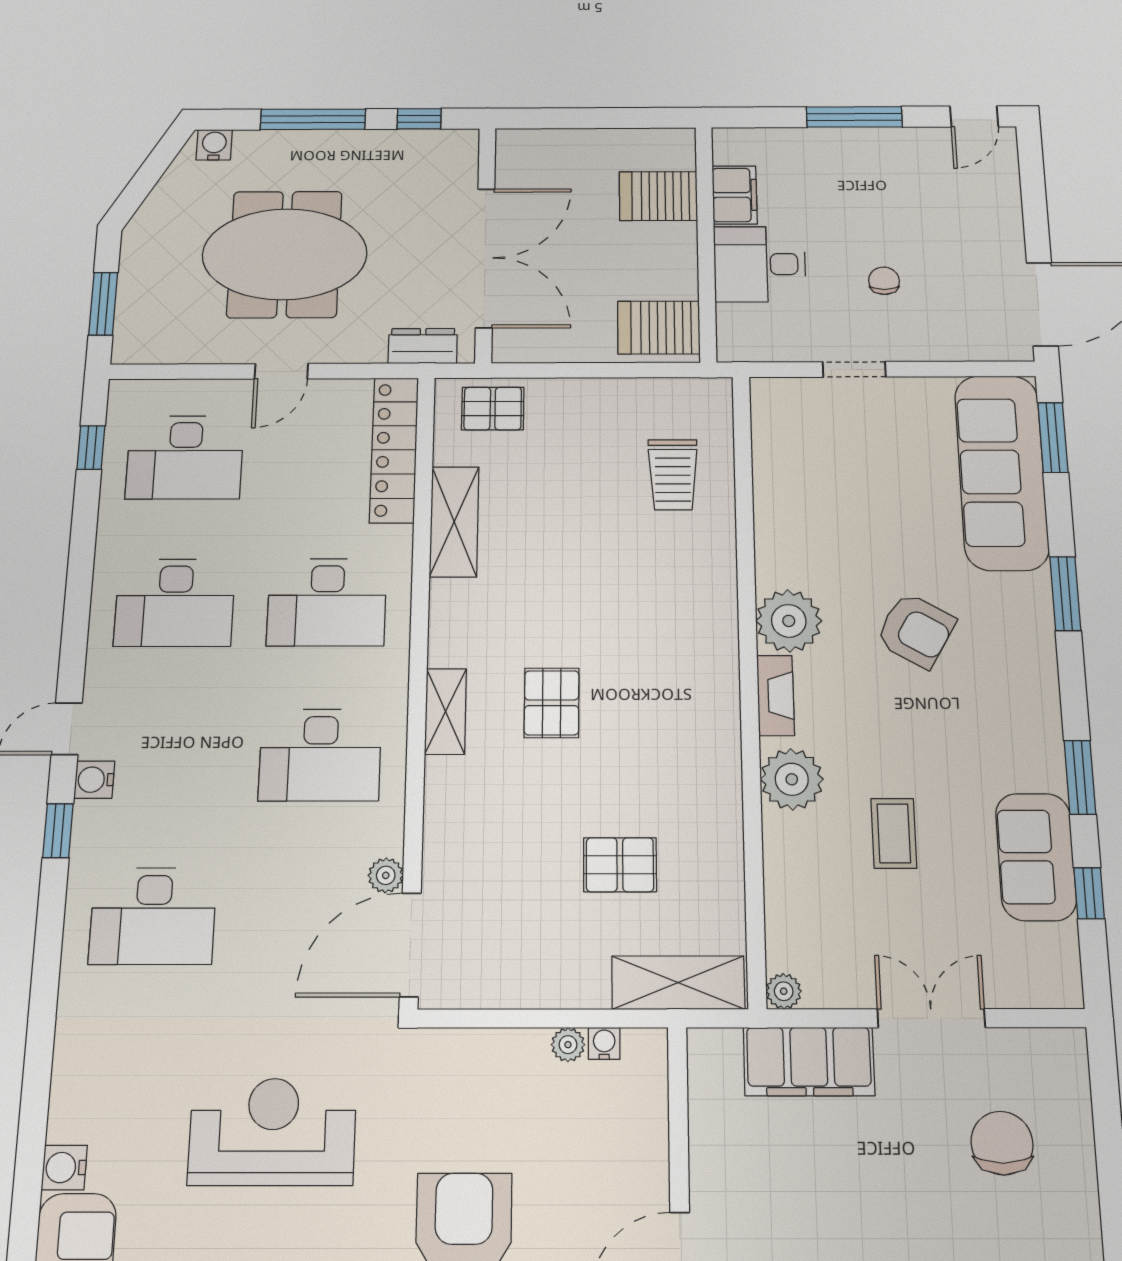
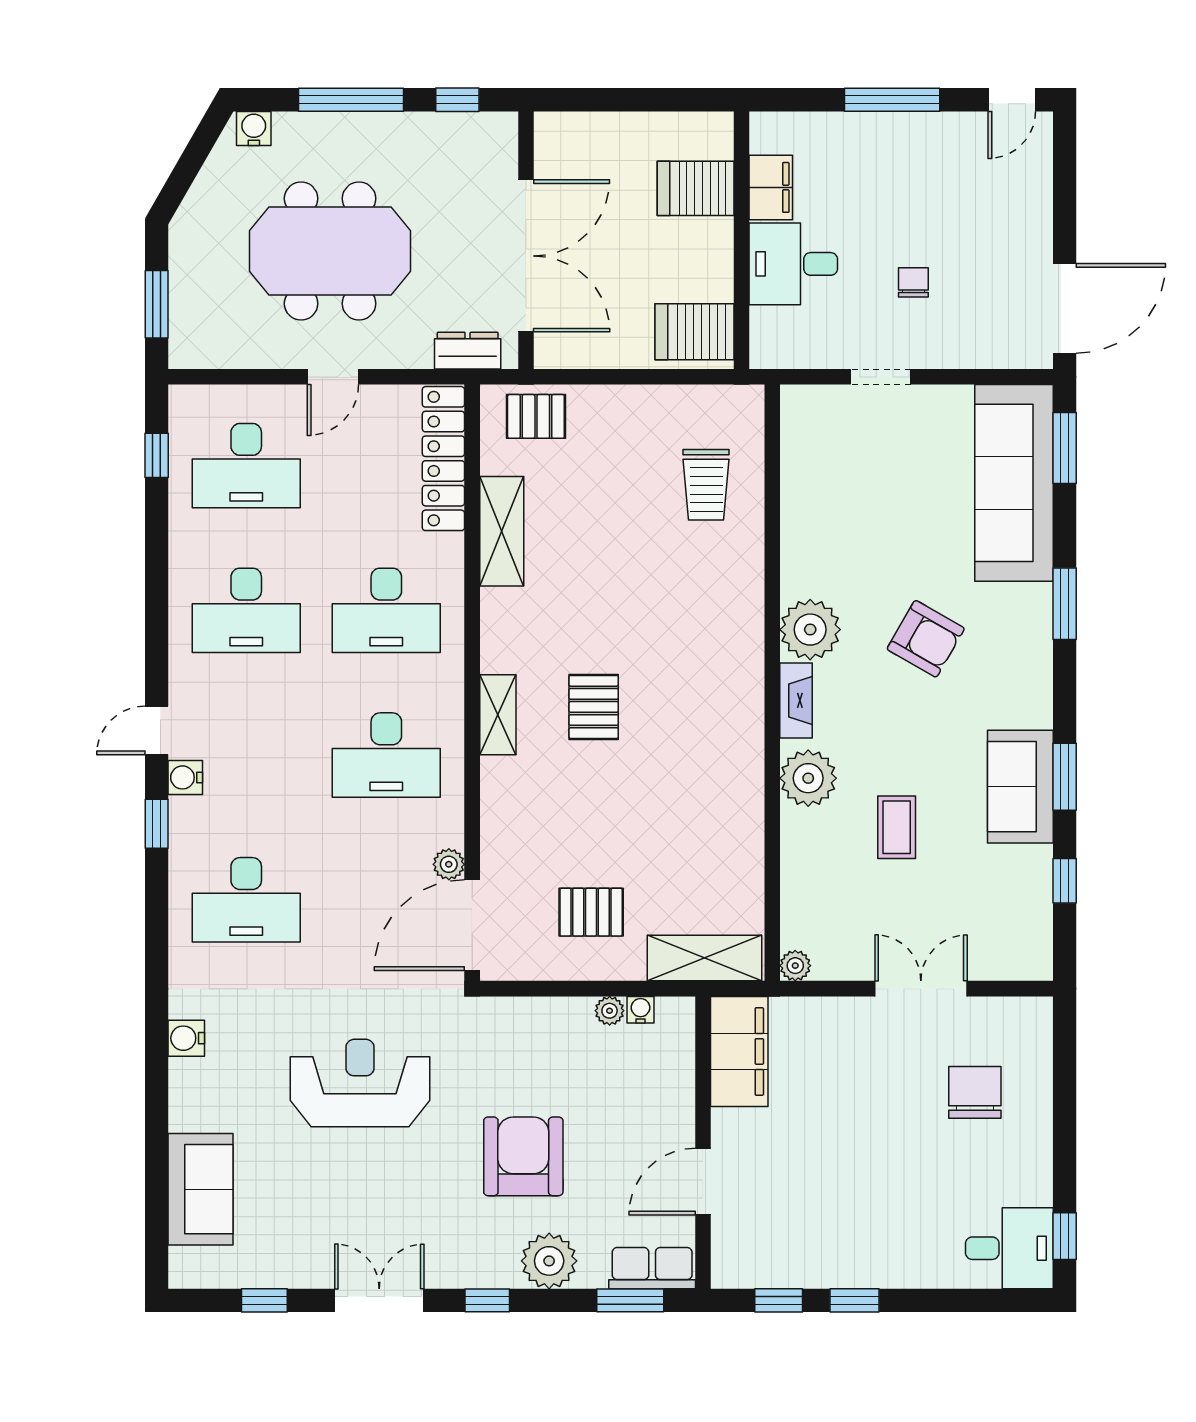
sofa: (1036, 857) -> (1020, 787), moved
pallet: (620, 865) -> (591, 912), moved
filing cabinet: (809, 1061) -> (739, 1051), moved, turned -90
water cooler: (64, 1168) -> (186, 1038), moved

